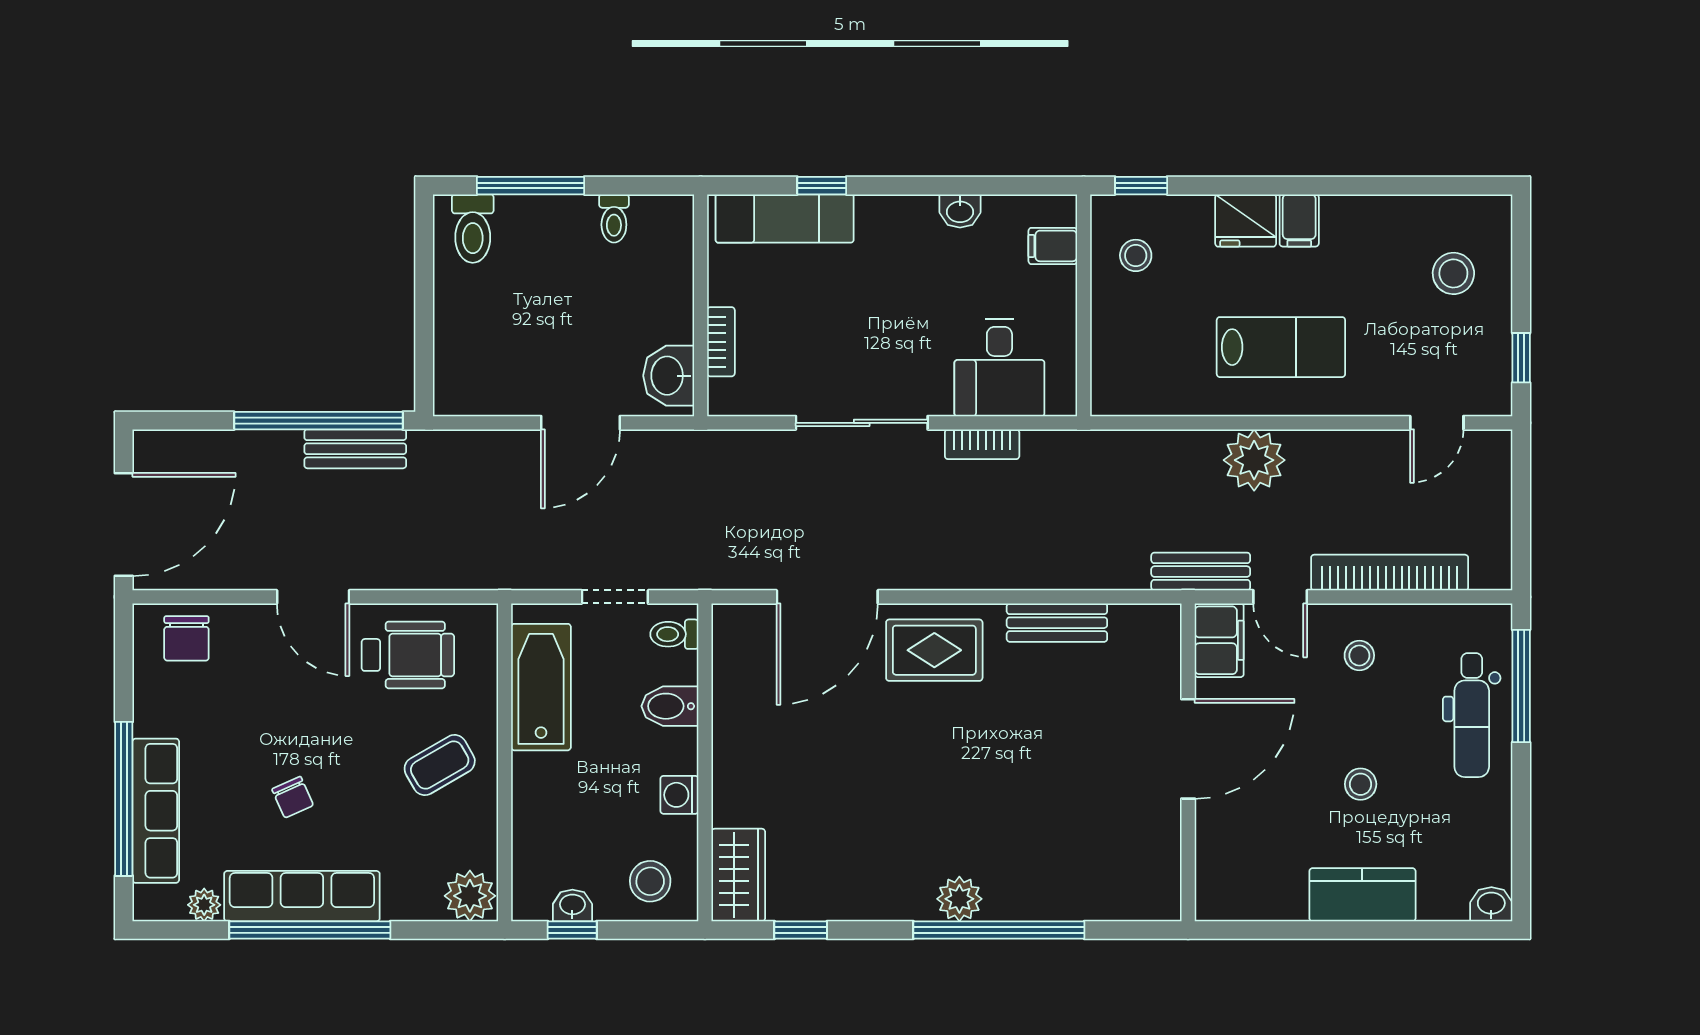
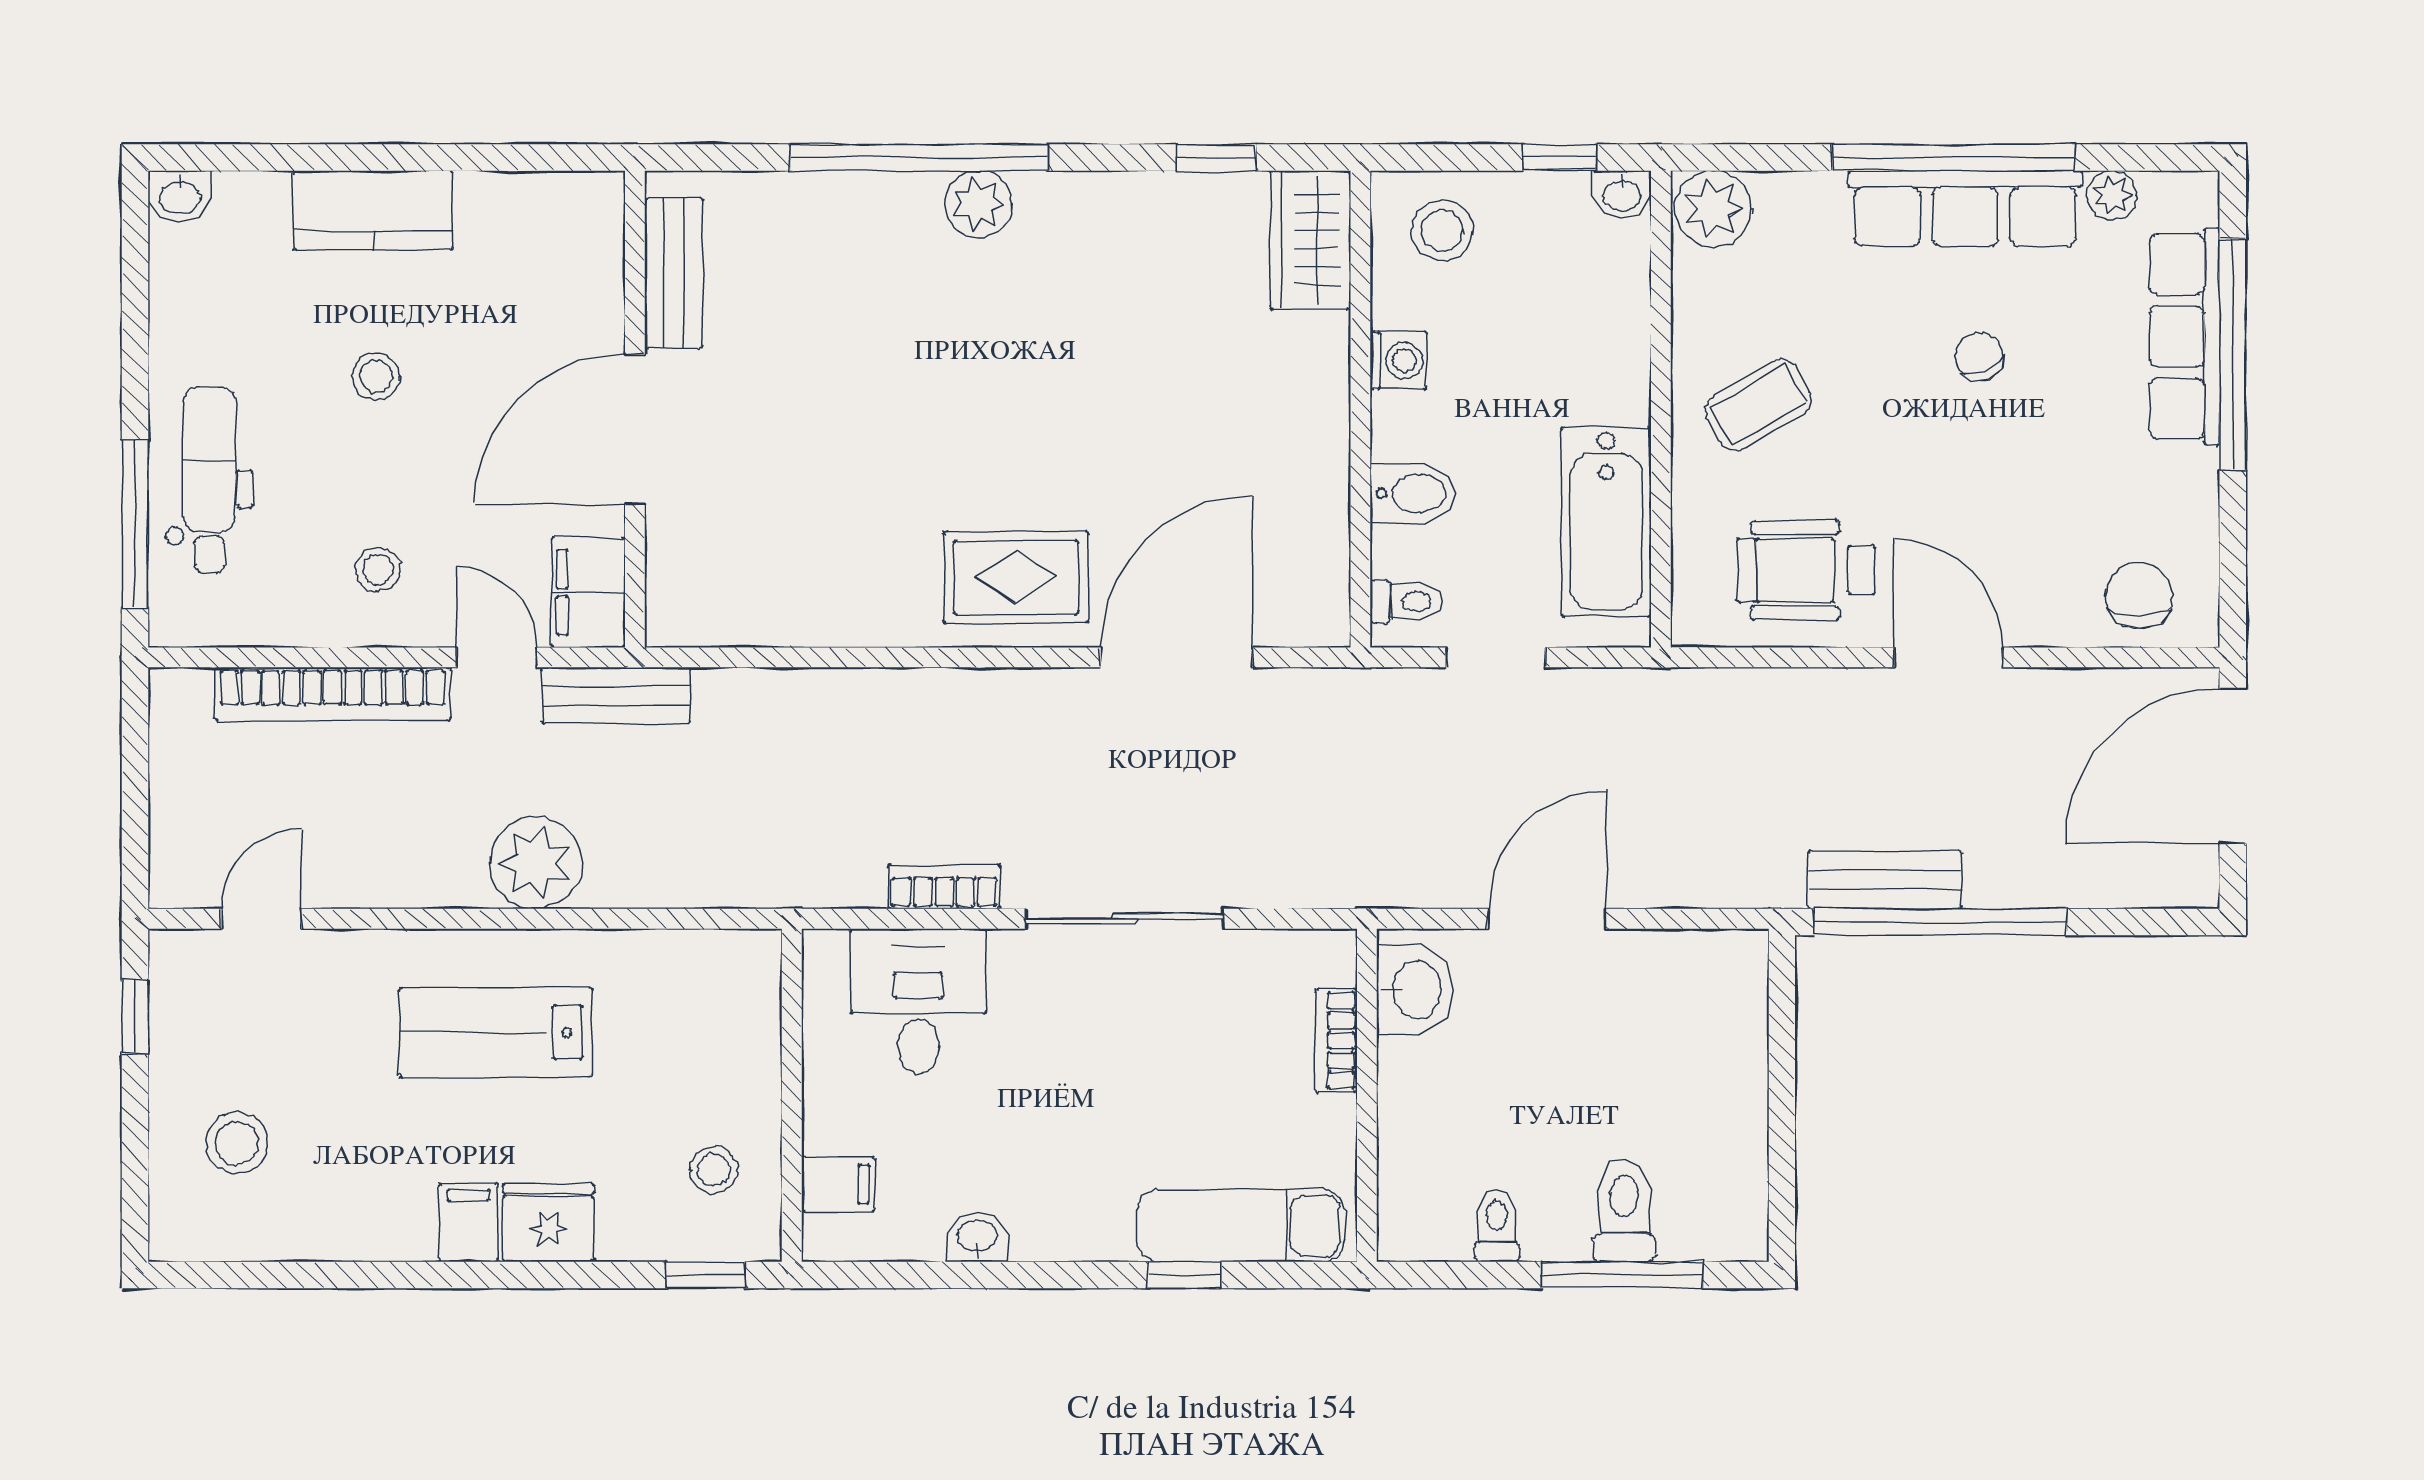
toilet: (473, 229) -> (1624, 1210), moved
bench: (1057, 623) -> (674, 273), moved, turned 90
washbasin: (572, 905) -> (1622, 194), moved

